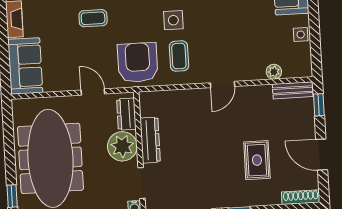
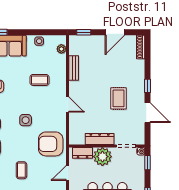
coffee table: (179, 56) -> (40, 80), moved
plant: (274, 72) -> (61, 49), moved
door: (222, 85) -> (68, 105), moved
bench: (293, 90) -> (74, 68), moved
rug: (257, 160) -> (118, 98), moved, turned 90

